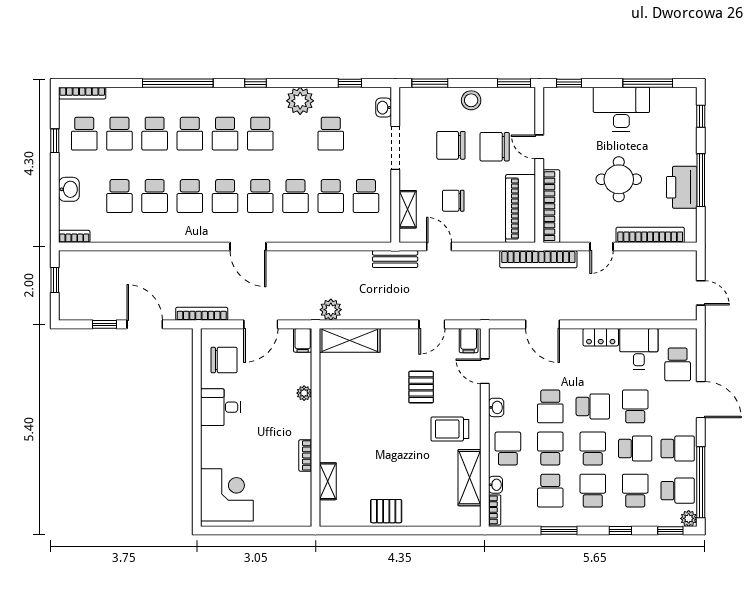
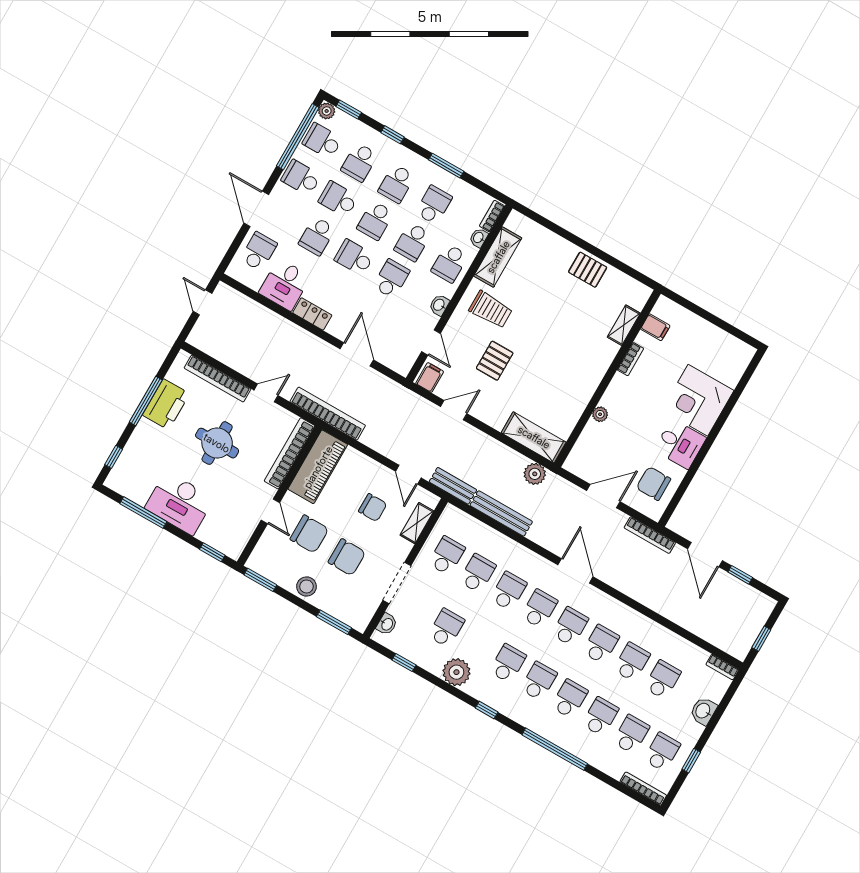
bench: (340, 259) -> (501, 513), added
filing cabinet: (303, 340) -> (655, 327), moved, turned 90
corner desk: (227, 495) -> (698, 400), moved

